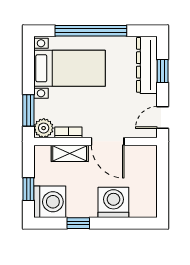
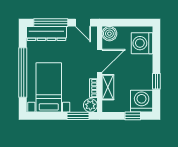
window: (163, 71) -> (51, 23), width x2.17
boiler: (147, 156) -> (109, 34), added
washing machine: (113, 202) -> (142, 43), moved

